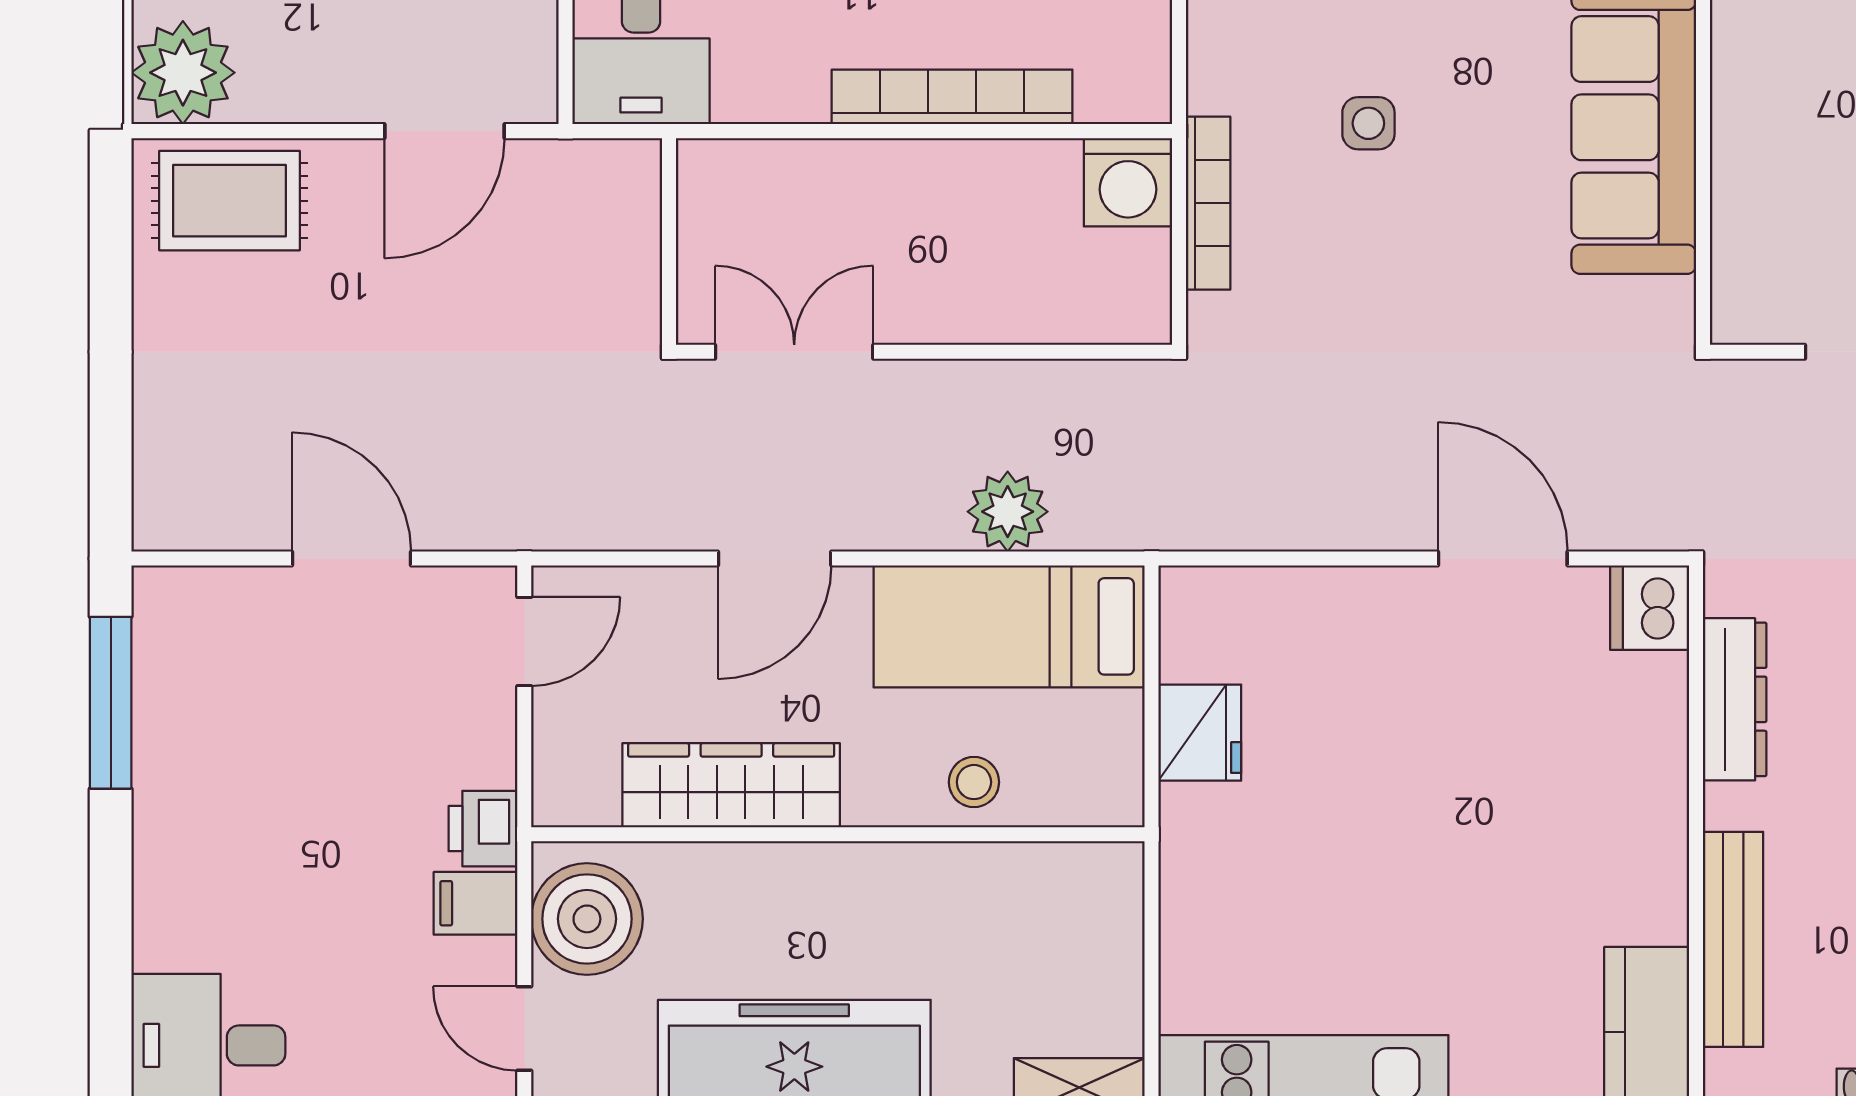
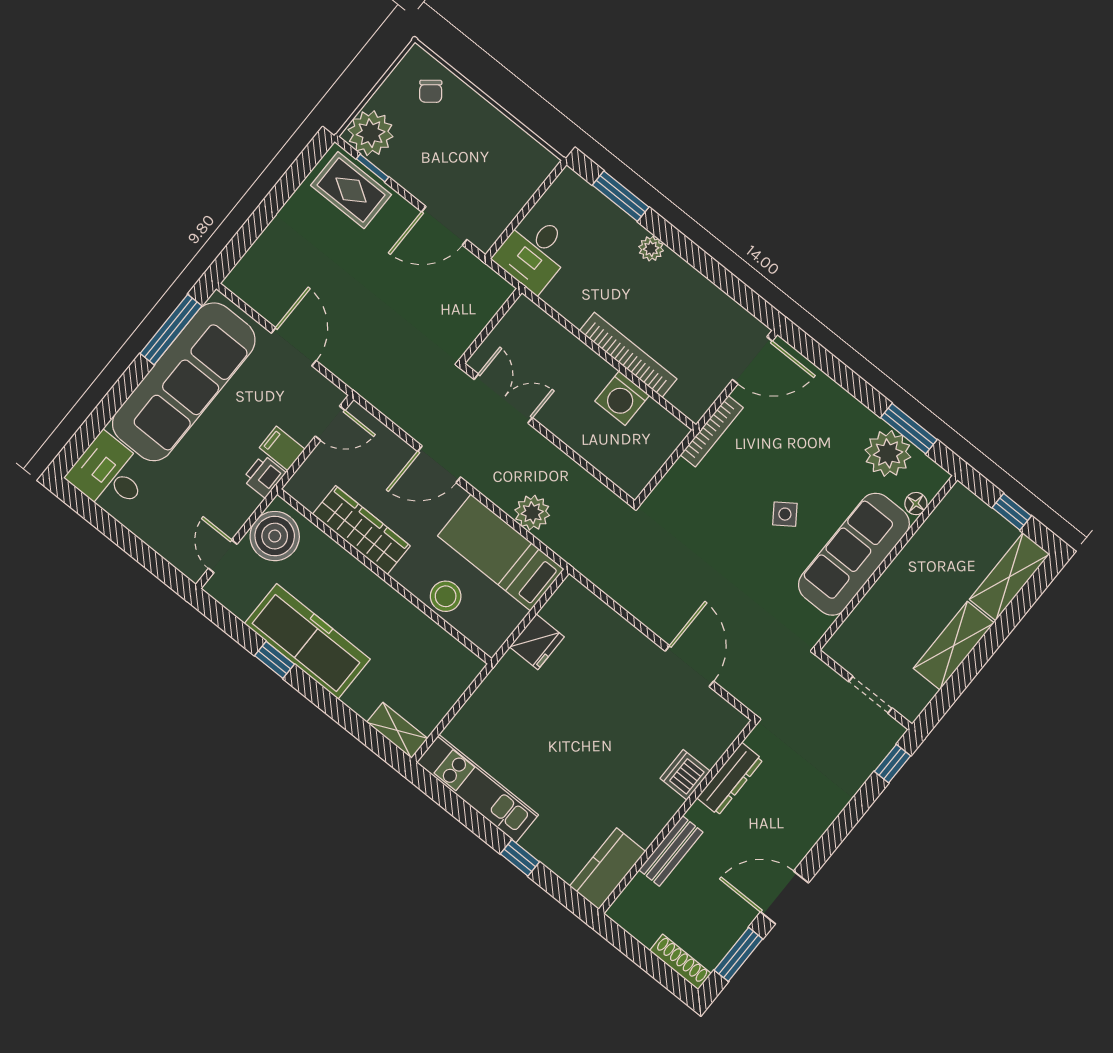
side table: (1368, 123) -> (785, 514), moved, turned -35
window: (236, 131) -> (373, 168), added
washing machine: (1128, 182) -> (622, 398), moved
bookcase: (1208, 203) -> (712, 431), moved
dishwasher: (1650, 608) -> (685, 775), moved
sofa: (208, 776) -> (184, 382), added
stool: (974, 782) -> (446, 596), width x1.37, depth x1.37
filing cabinet: (475, 903) -> (282, 448), moved
bench: (1733, 939) -> (671, 851), width x0.73

